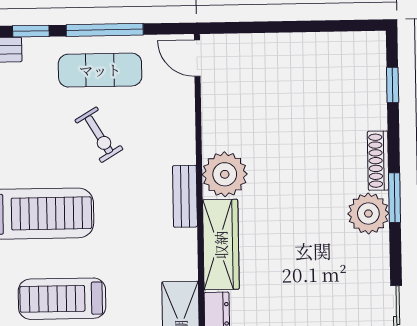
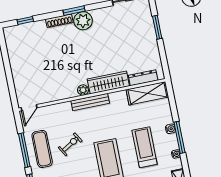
plant: (225, 174) -> (83, 90), width x0.53, depth x0.53
bench: (185, 196) -> (90, 102), width x1.36
treadmill: (62, 299) -> (145, 147), turned 180

